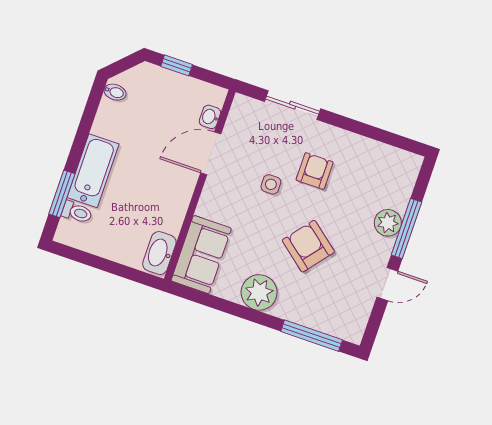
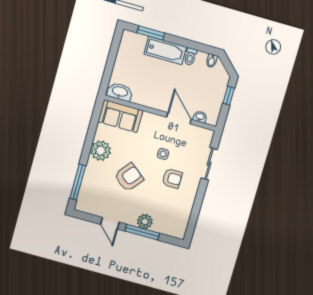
toilet: (77, 212) -> (190, 57), moved

